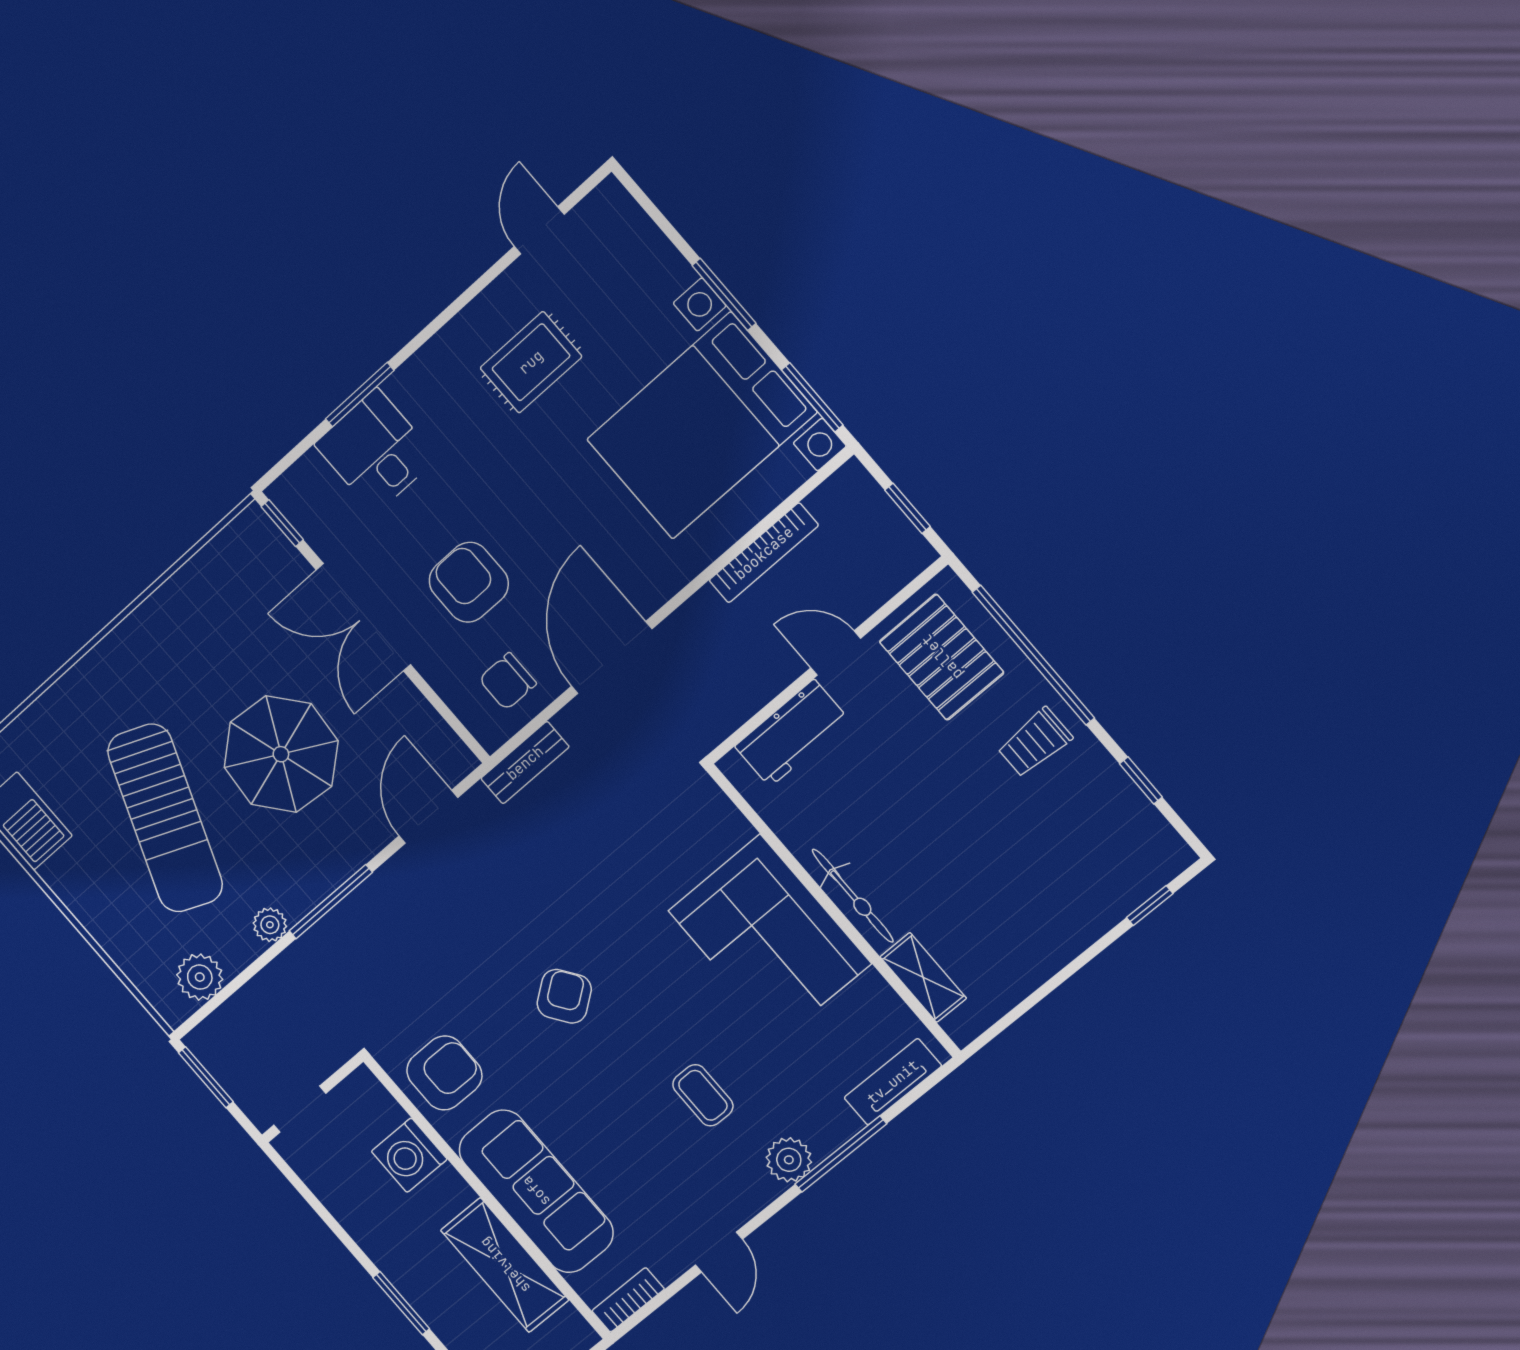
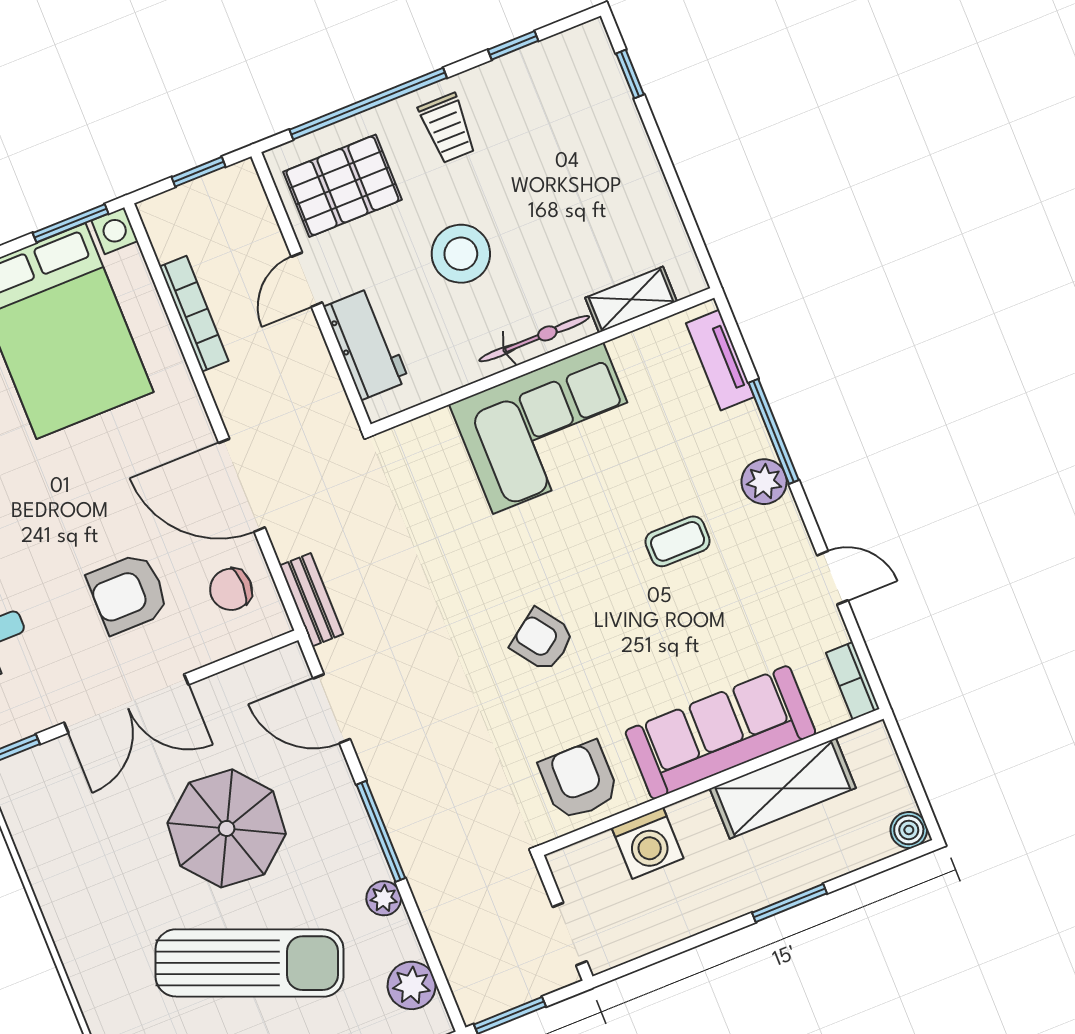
chair: (508, 681) -> (231, 589), turned 90
stool: (913, 797) -> (461, 254), added

